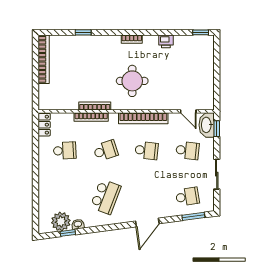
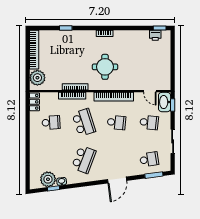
printer: (166, 41) -> (155, 35), moved
plant: (48, 94) -> (37, 78), added
school desk: (106, 151) -> (84, 122), width x1.85

